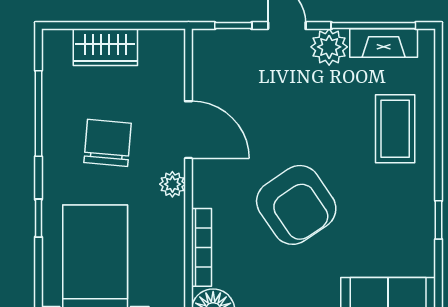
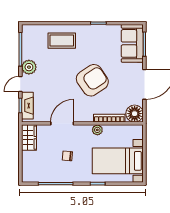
fireplace: (384, 43) -> (27, 106), moved
wardrobe: (105, 47) -> (29, 138), moved
chair: (108, 143) -> (67, 156), width x0.54, depth x0.54
plant: (172, 184) -> (97, 130), moved

